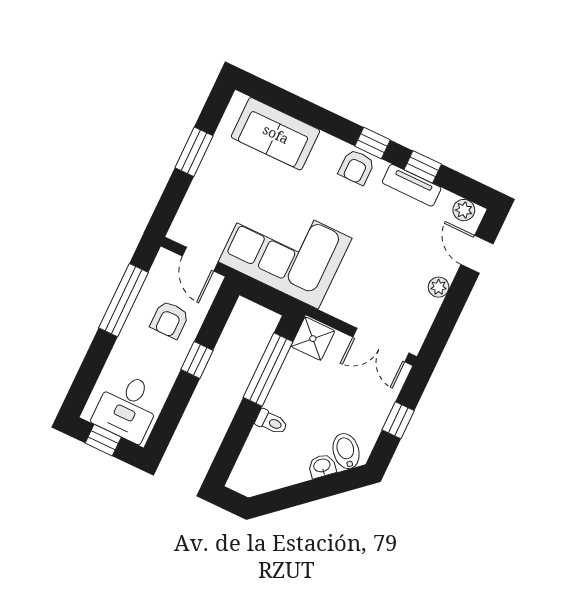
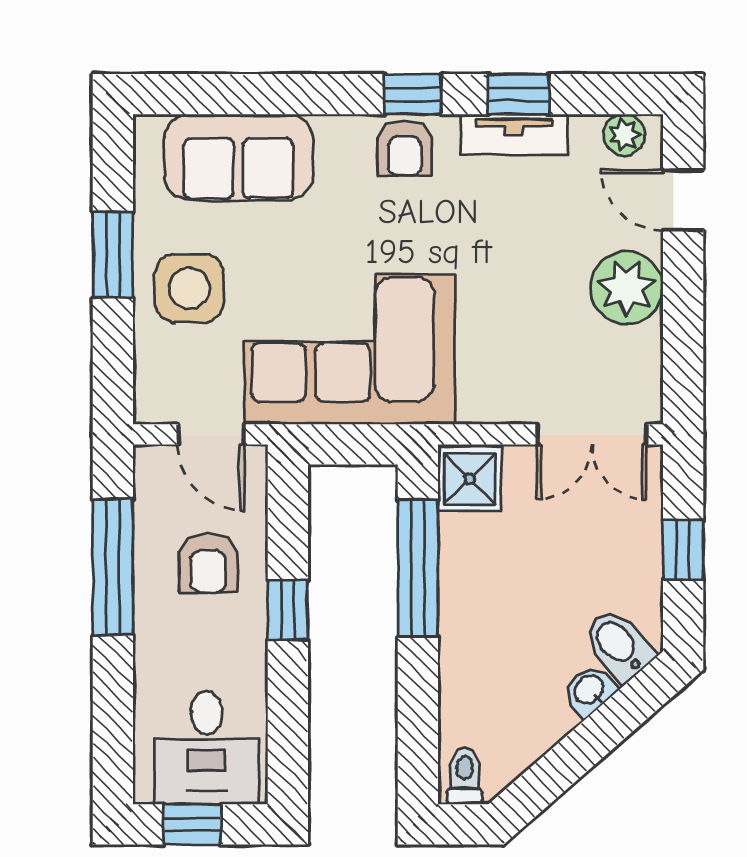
side table: (223, 185) -> (189, 288), added
plant: (439, 287) -> (627, 288), width x1.87, depth x1.87
toilet: (271, 422) -> (465, 776), moved, turned -90

